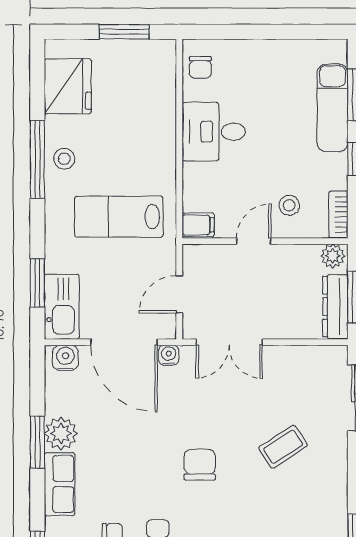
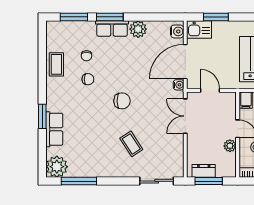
plant: (333, 256) -> (230, 146), moved
kitchen sink: (62, 307) -> (199, 30), width x0.73
dresser: (335, 307) -> (204, 171), width x0.70
window: (37, 442) -> (110, 17), moved

